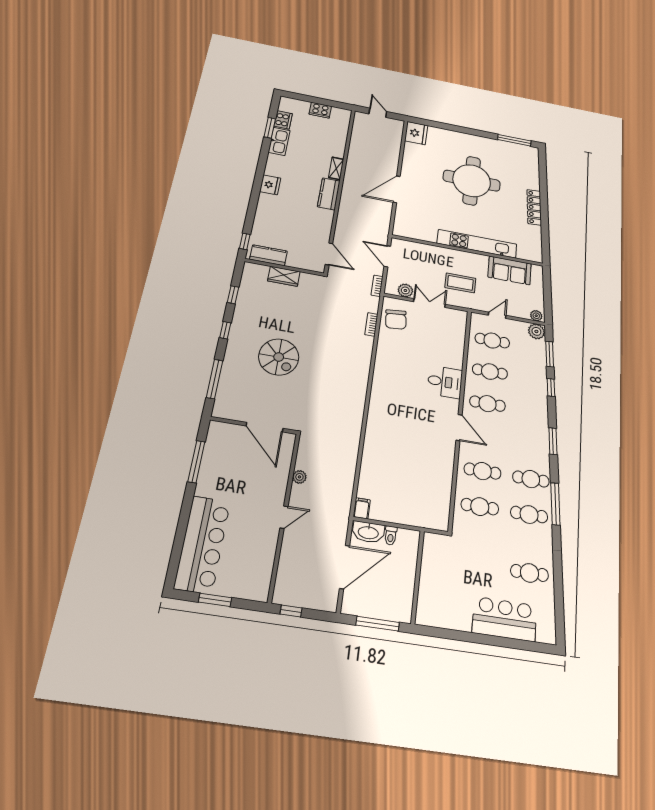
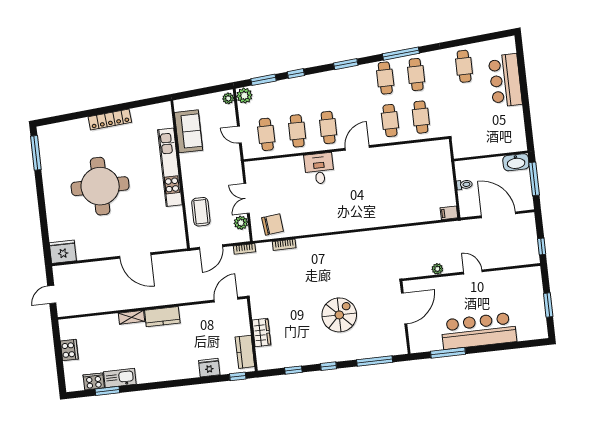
fridge: (270, 185) -> (209, 368), moved
coffee table: (460, 283) -> (201, 212), moved
washbasin: (368, 532) -> (516, 162), moved, turned 90
bar counter: (202, 544) -> (479, 331), moved

